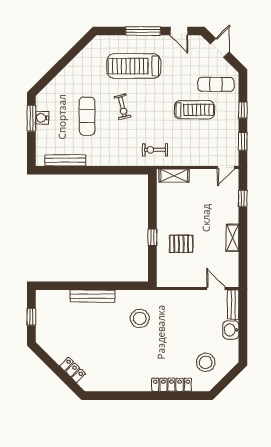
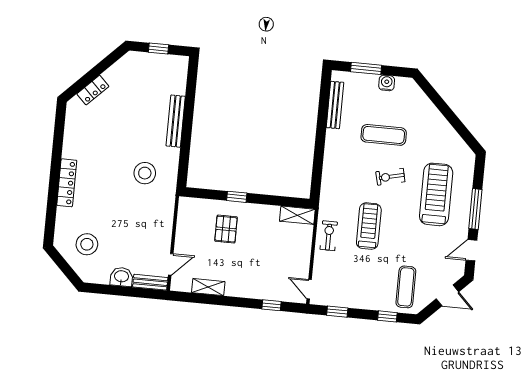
treadmill: (194, 110) -> (369, 226), moved, turned 180
window: (243, 110) -> (387, 316), moved
window: (31, 118) -> (366, 68), moved
exercise bike: (155, 150) -> (329, 236), moved
shelving: (174, 175) -> (297, 215), moved, turned 90
shelving: (232, 238) -> (208, 287), moved
locker: (172, 385) -> (67, 183), moved

